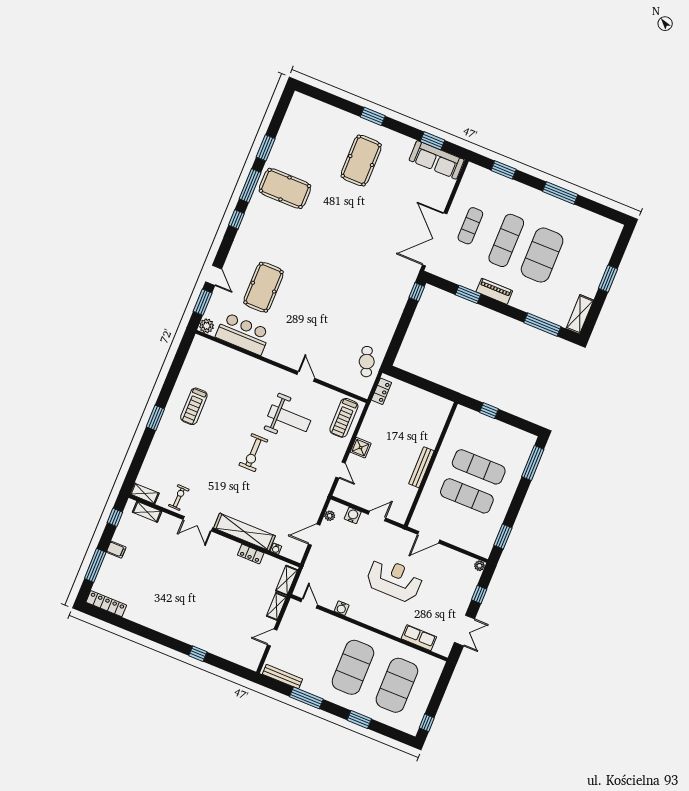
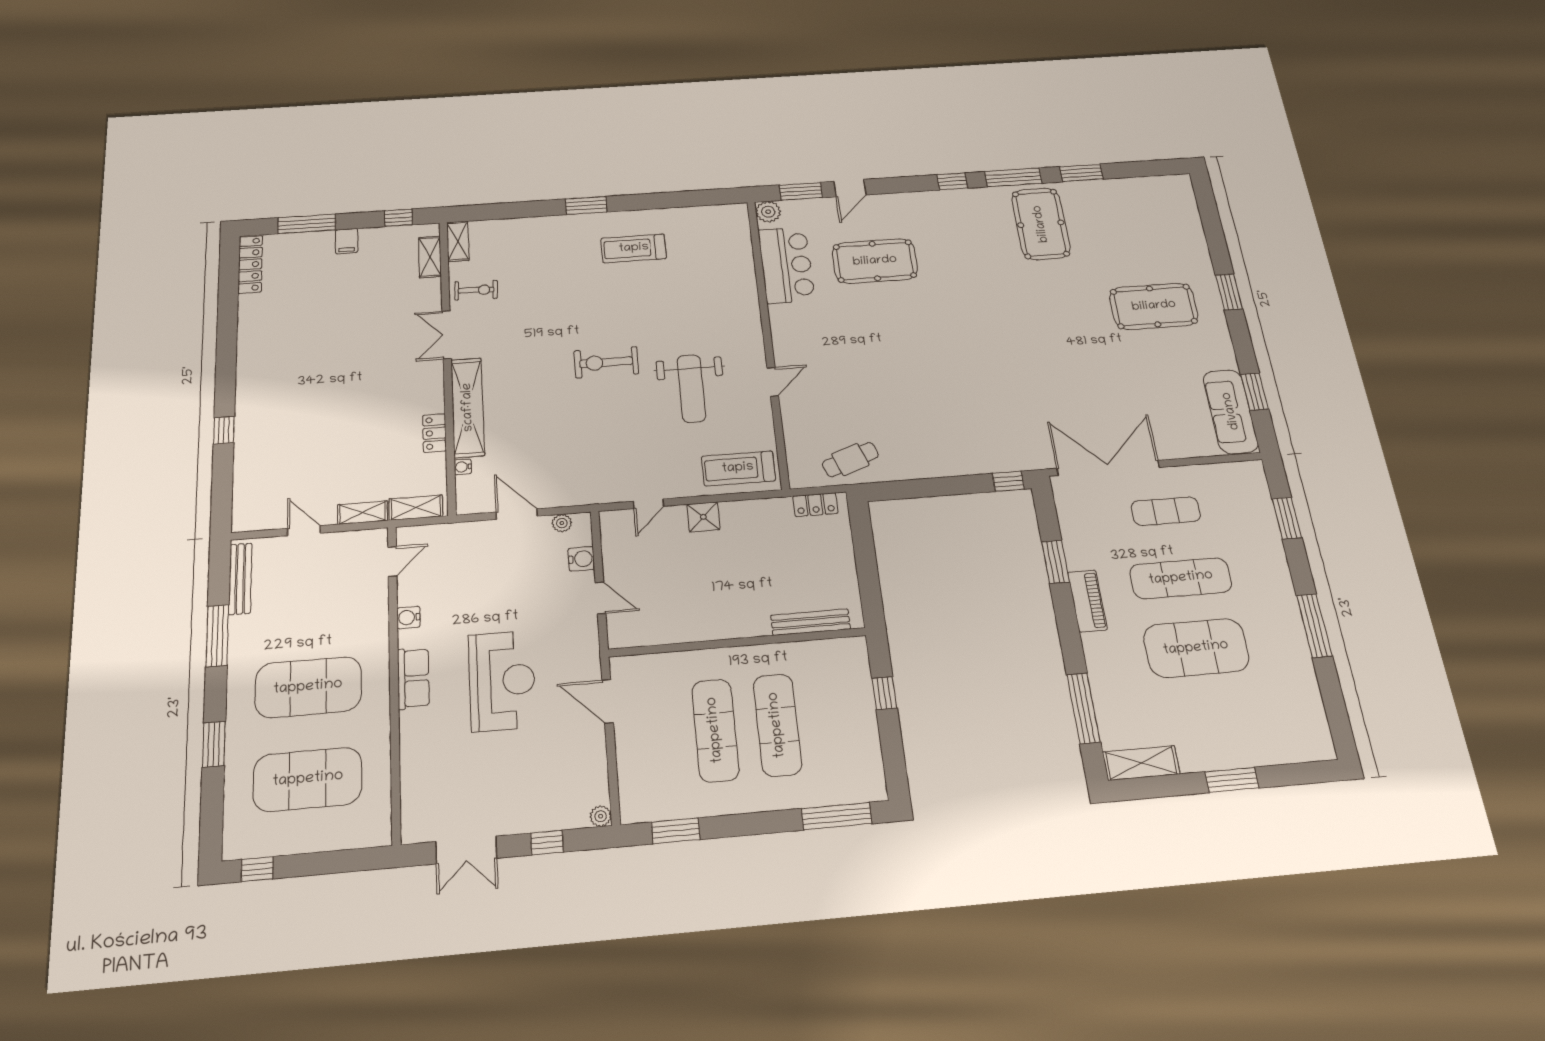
bench: (421, 467) -> (811, 622), moved
row of seats: (419, 638) -> (413, 678), moved

